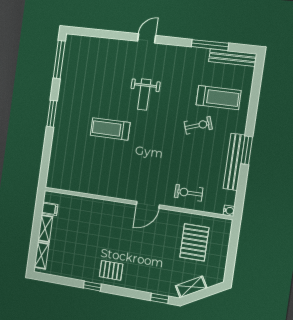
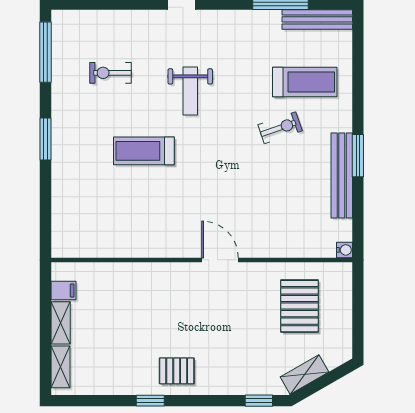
exercise bike: (189, 193) -> (111, 73), moved
door: (148, 205) -> (220, 260), swing flipped

